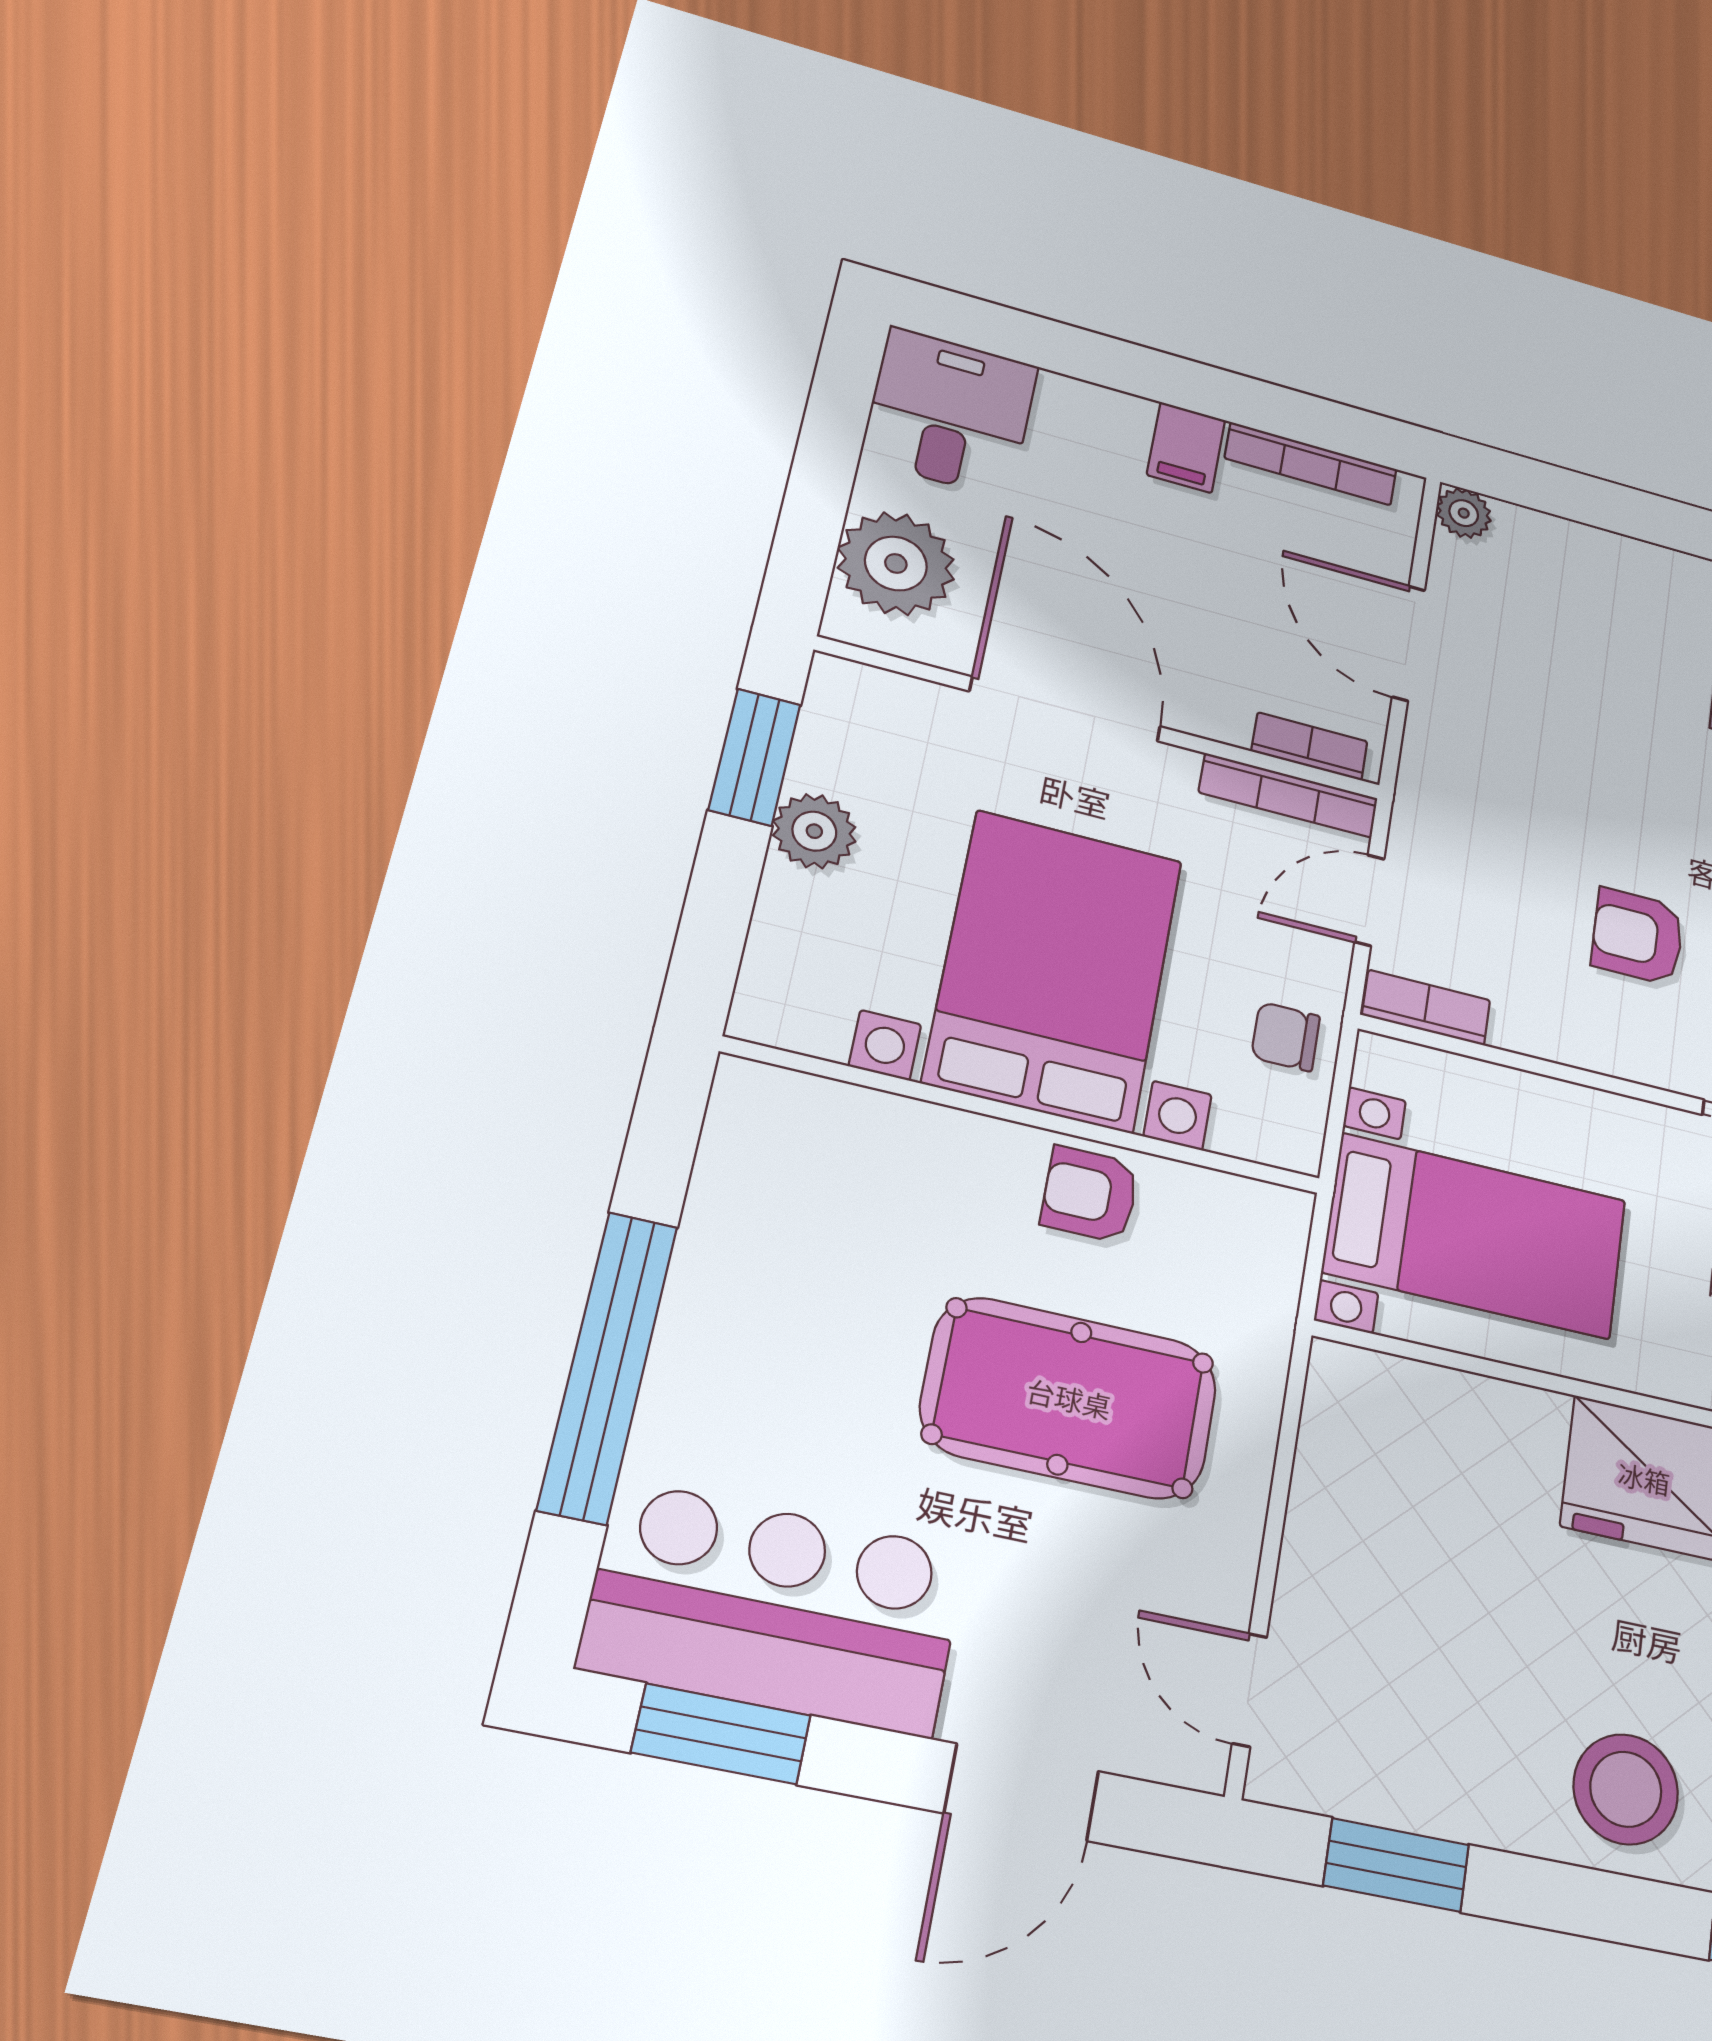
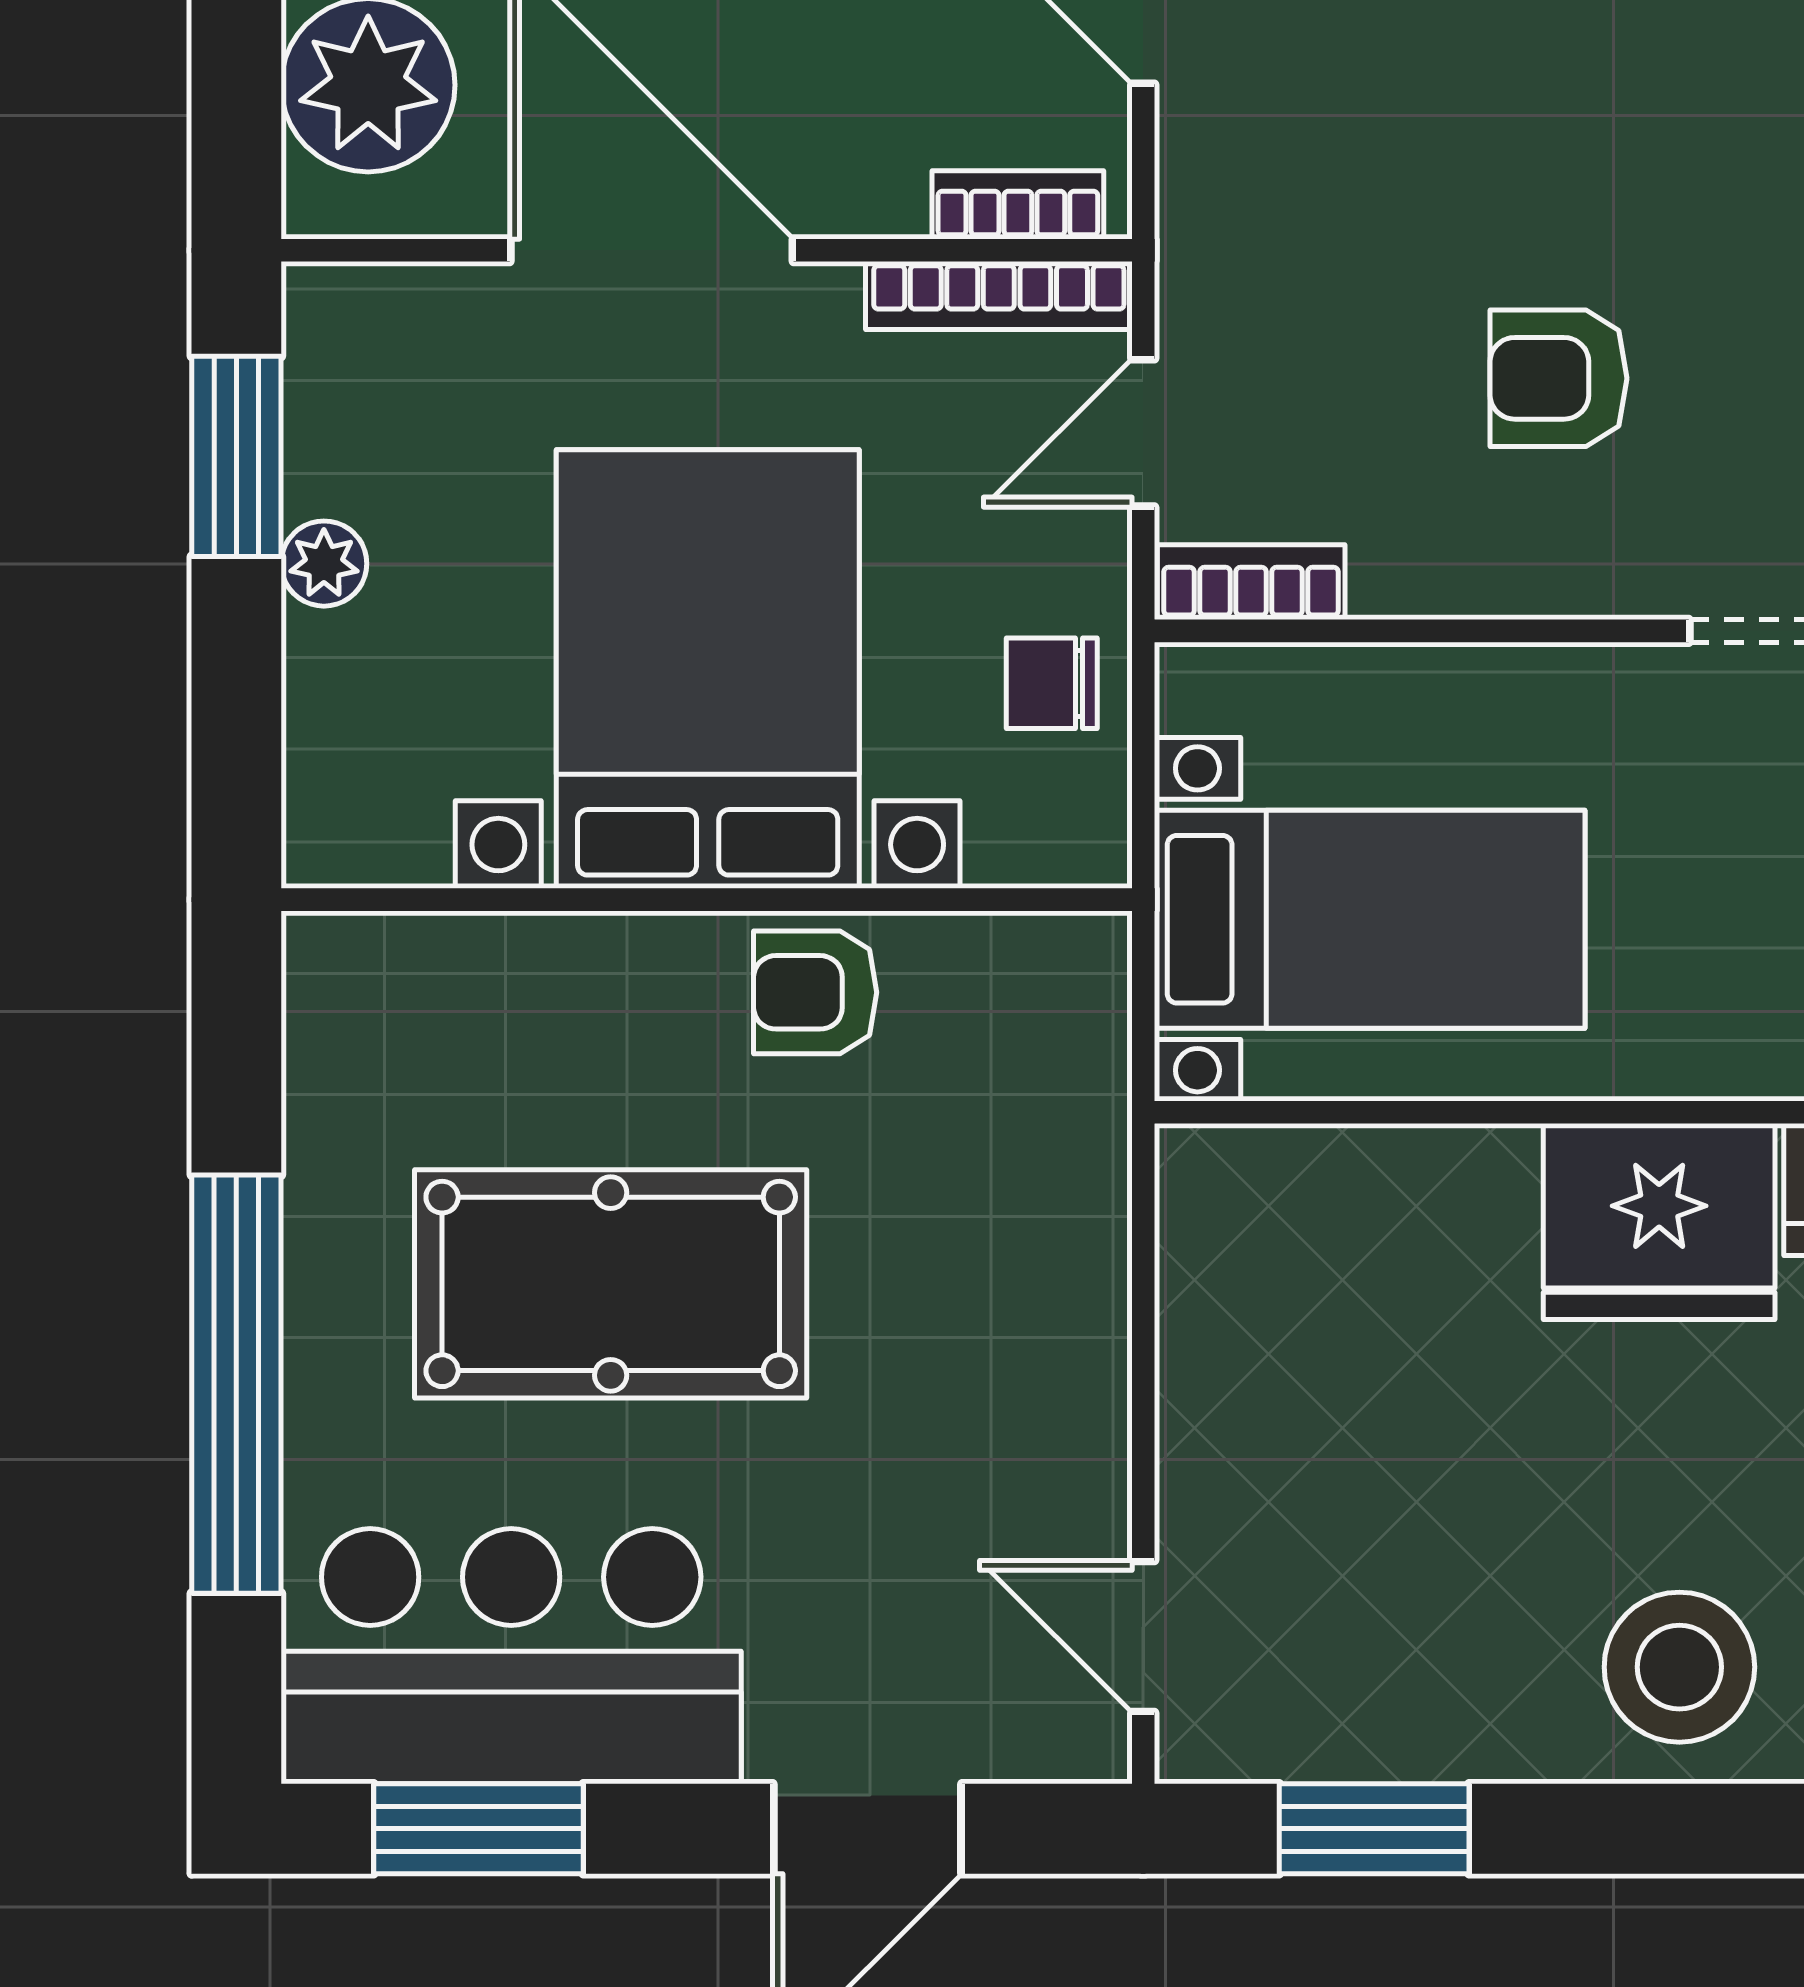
plant: (814, 831) -> (324, 564), width x0.73, depth x0.73
pool table: (1069, 1398) -> (611, 1284), moved

